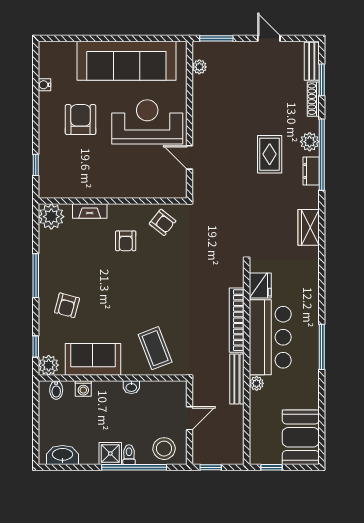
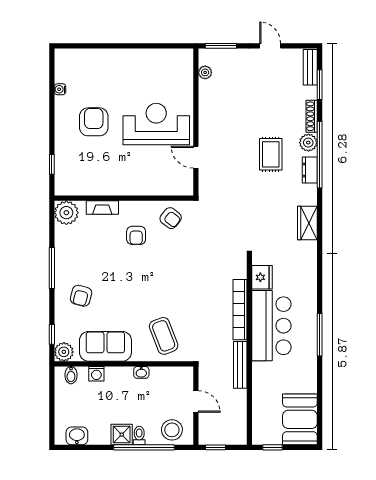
sofa: (126, 61) -> (137, 67), removed
shoe rack: (313, 99) -> (312, 116), moved
plant: (257, 383) -> (259, 369), removed
door: (189, 418) -> (196, 402), hinge flipped
washbasin: (63, 455) -> (77, 436), width x0.72

